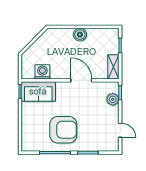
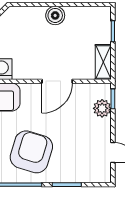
door: (81, 80) -> (57, 81), swing flipped
armchair: (63, 130) -> (31, 152), turned -73

